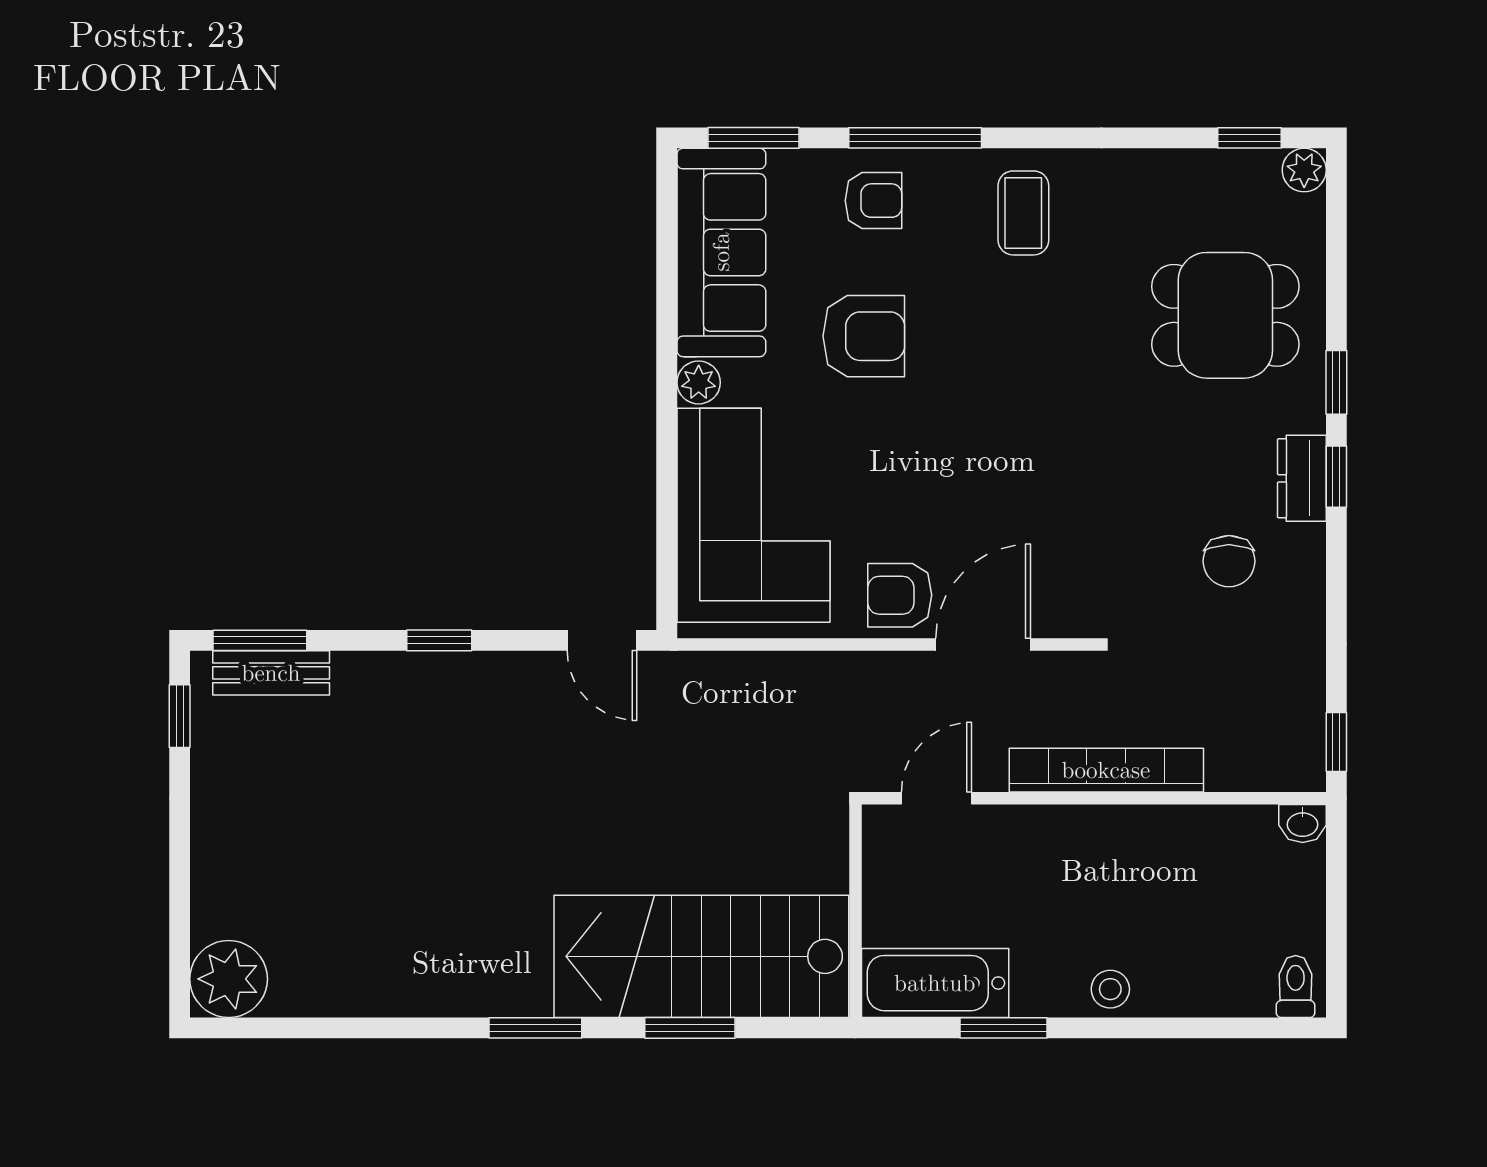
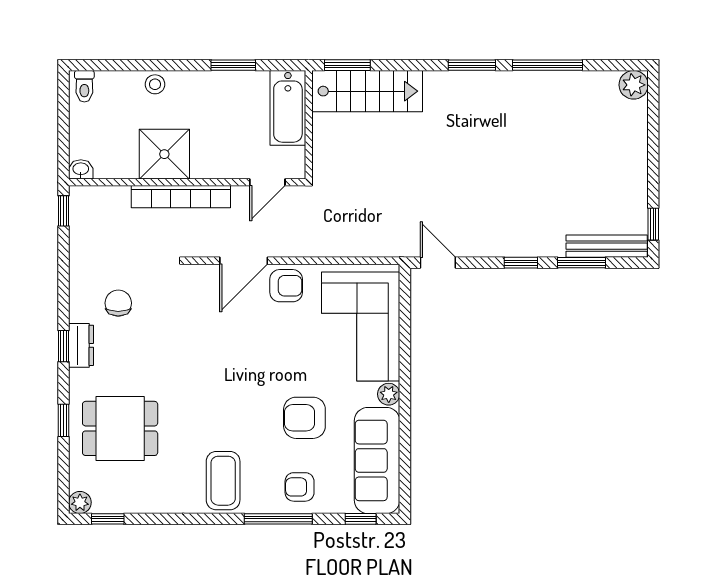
window: (753, 138) -> (361, 519), width x0.67
coffee table: (1023, 213) -> (223, 481), width x1.36, depth x1.30
window: (1336, 382) -> (64, 420), moved
window: (260, 640) -> (581, 263), moved
bench: (271, 673) -> (607, 246), width x1.36
shower: (1139, 853) -> (164, 154), added
stairs: (701, 956) -> (367, 91), width x0.73, depth x0.66
plant: (229, 979) -> (634, 85), width x0.73, depth x0.73
bathtub: (935, 983) -> (288, 108), moved, turned 90
stool: (1110, 989) -> (155, 84), moved
window: (387, 1028) -> (548, 65), added
window: (690, 1028) -> (347, 65), moved

